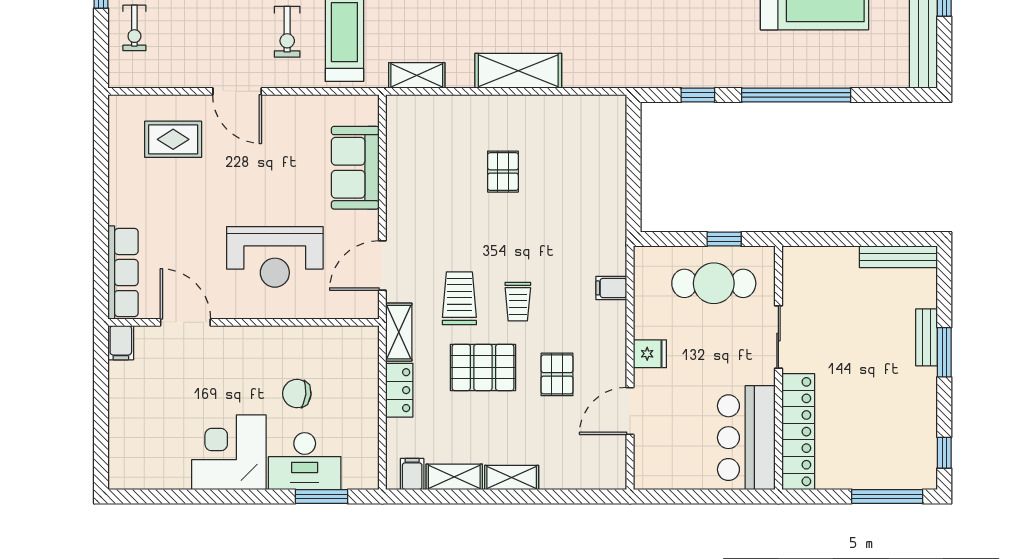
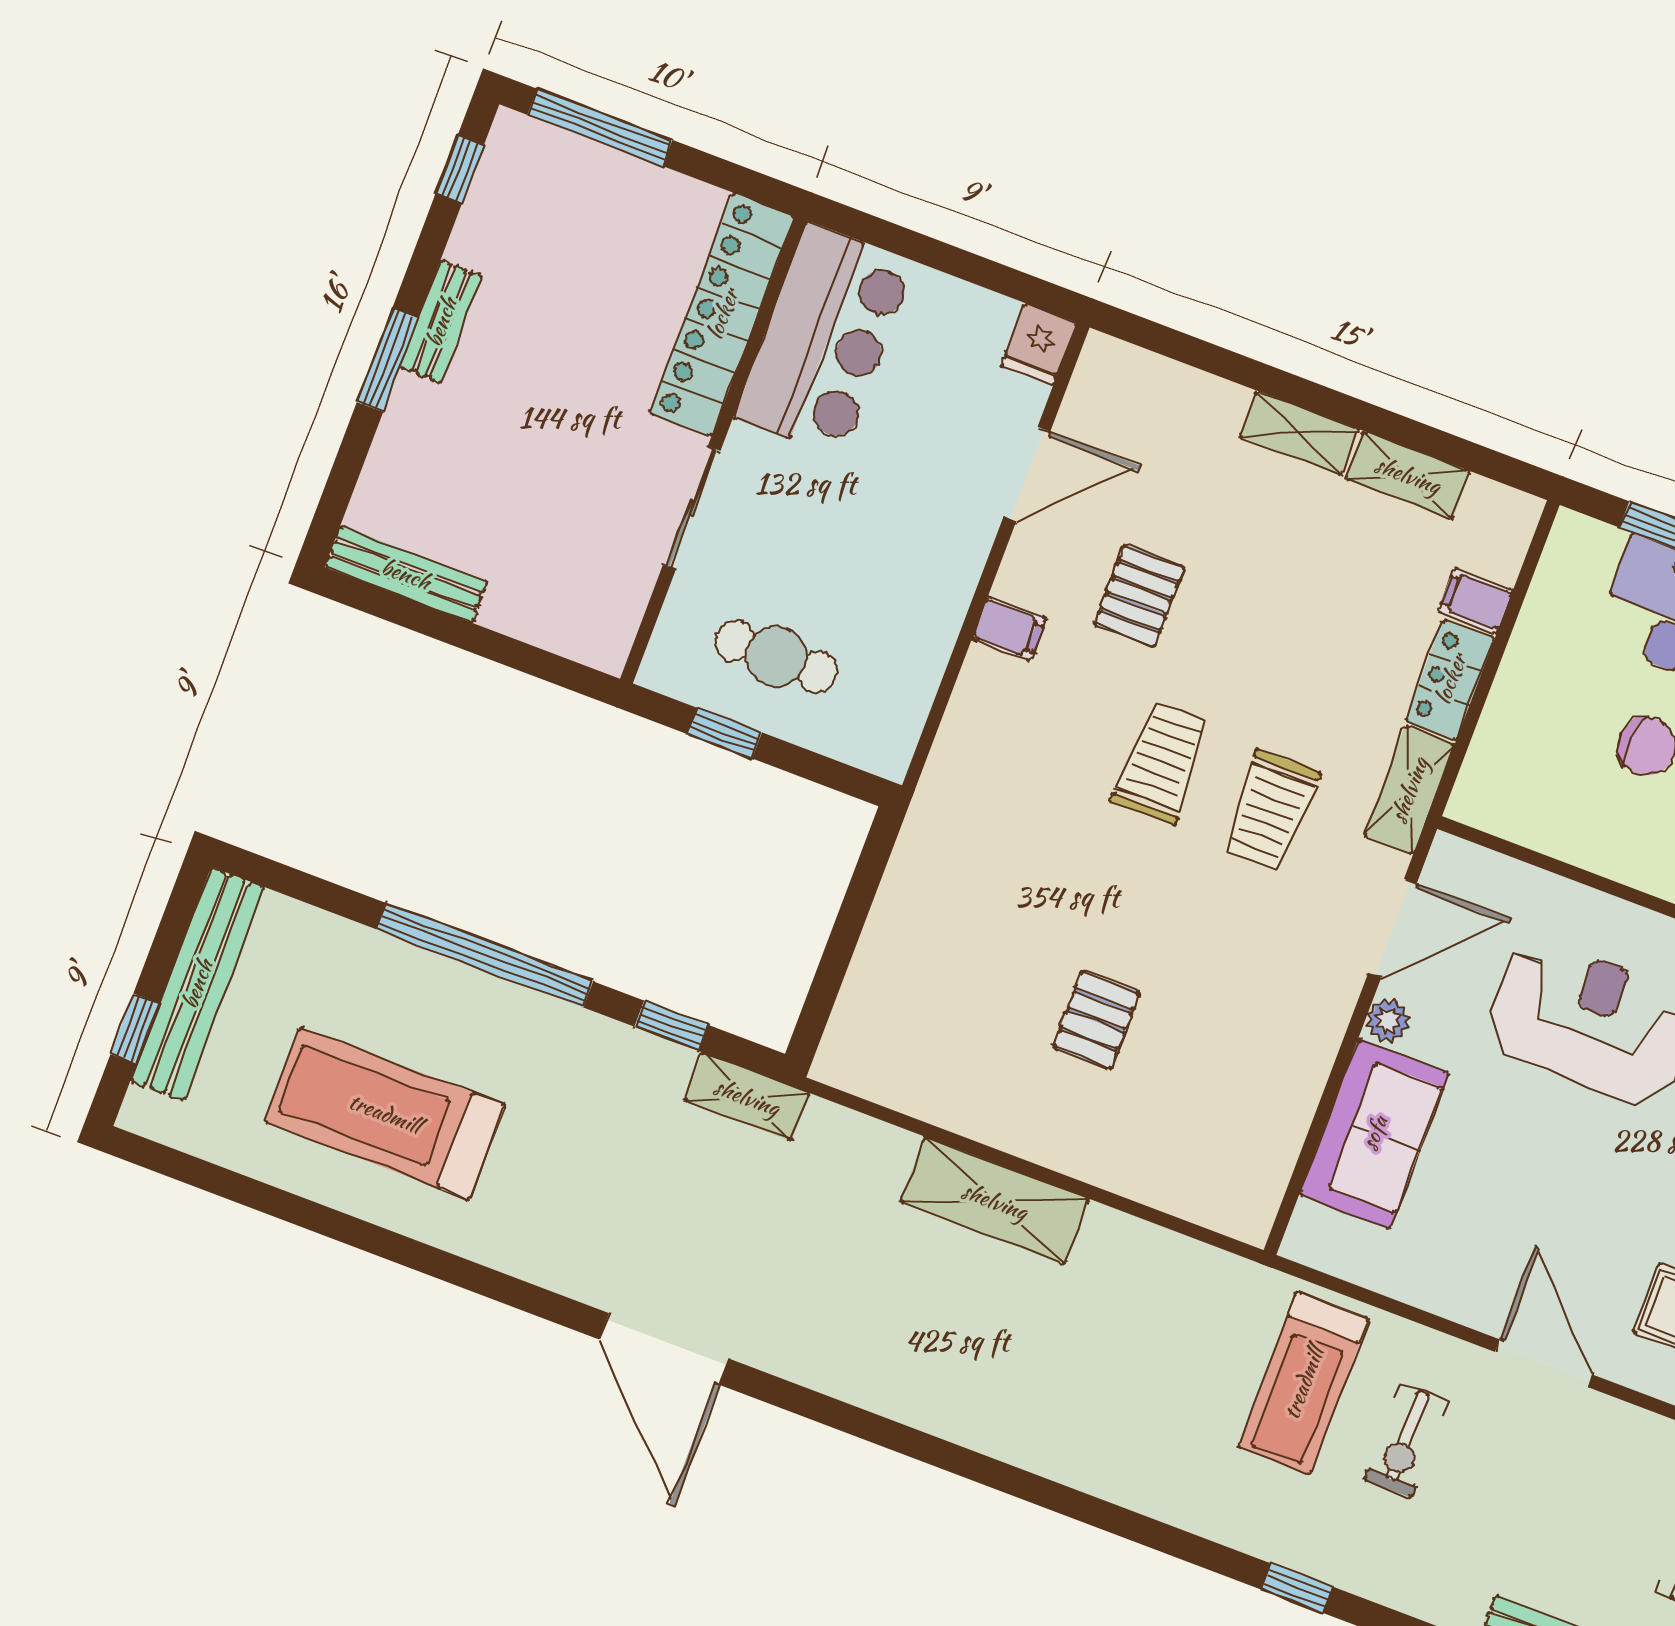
exercise bike: (287, 32) -> (1406, 1441), turned 180
shelving: (417, 75) -> (747, 1097), moved
plant: (368, 222) -> (1388, 1021), added
cafe table: (714, 283) -> (776, 656), width x0.73, depth x0.74
filing cabinet: (611, 288) -> (1009, 629), moved
trolley: (518, 302) -> (1161, 762), width x1.36, depth x1.39
bench: (927, 337) -> (441, 322), moved
fridge: (650, 354) -> (1039, 344), moved, turned -90
pallet: (483, 367) -> (1275, 662), removed
filing cabinet: (412, 474) -> (1475, 600), moved, turned 90

